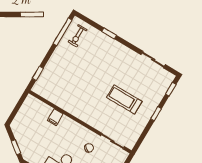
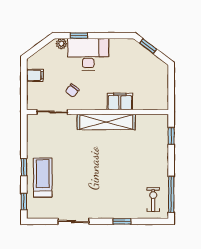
sliding door: (153, 60) -> (74, 221), moved
treadmill: (124, 99) -> (43, 178), moved, turned -90
shelving: (78, 111) -> (106, 122), added
filing cabinet: (55, 117) -> (120, 101), width x2.00

